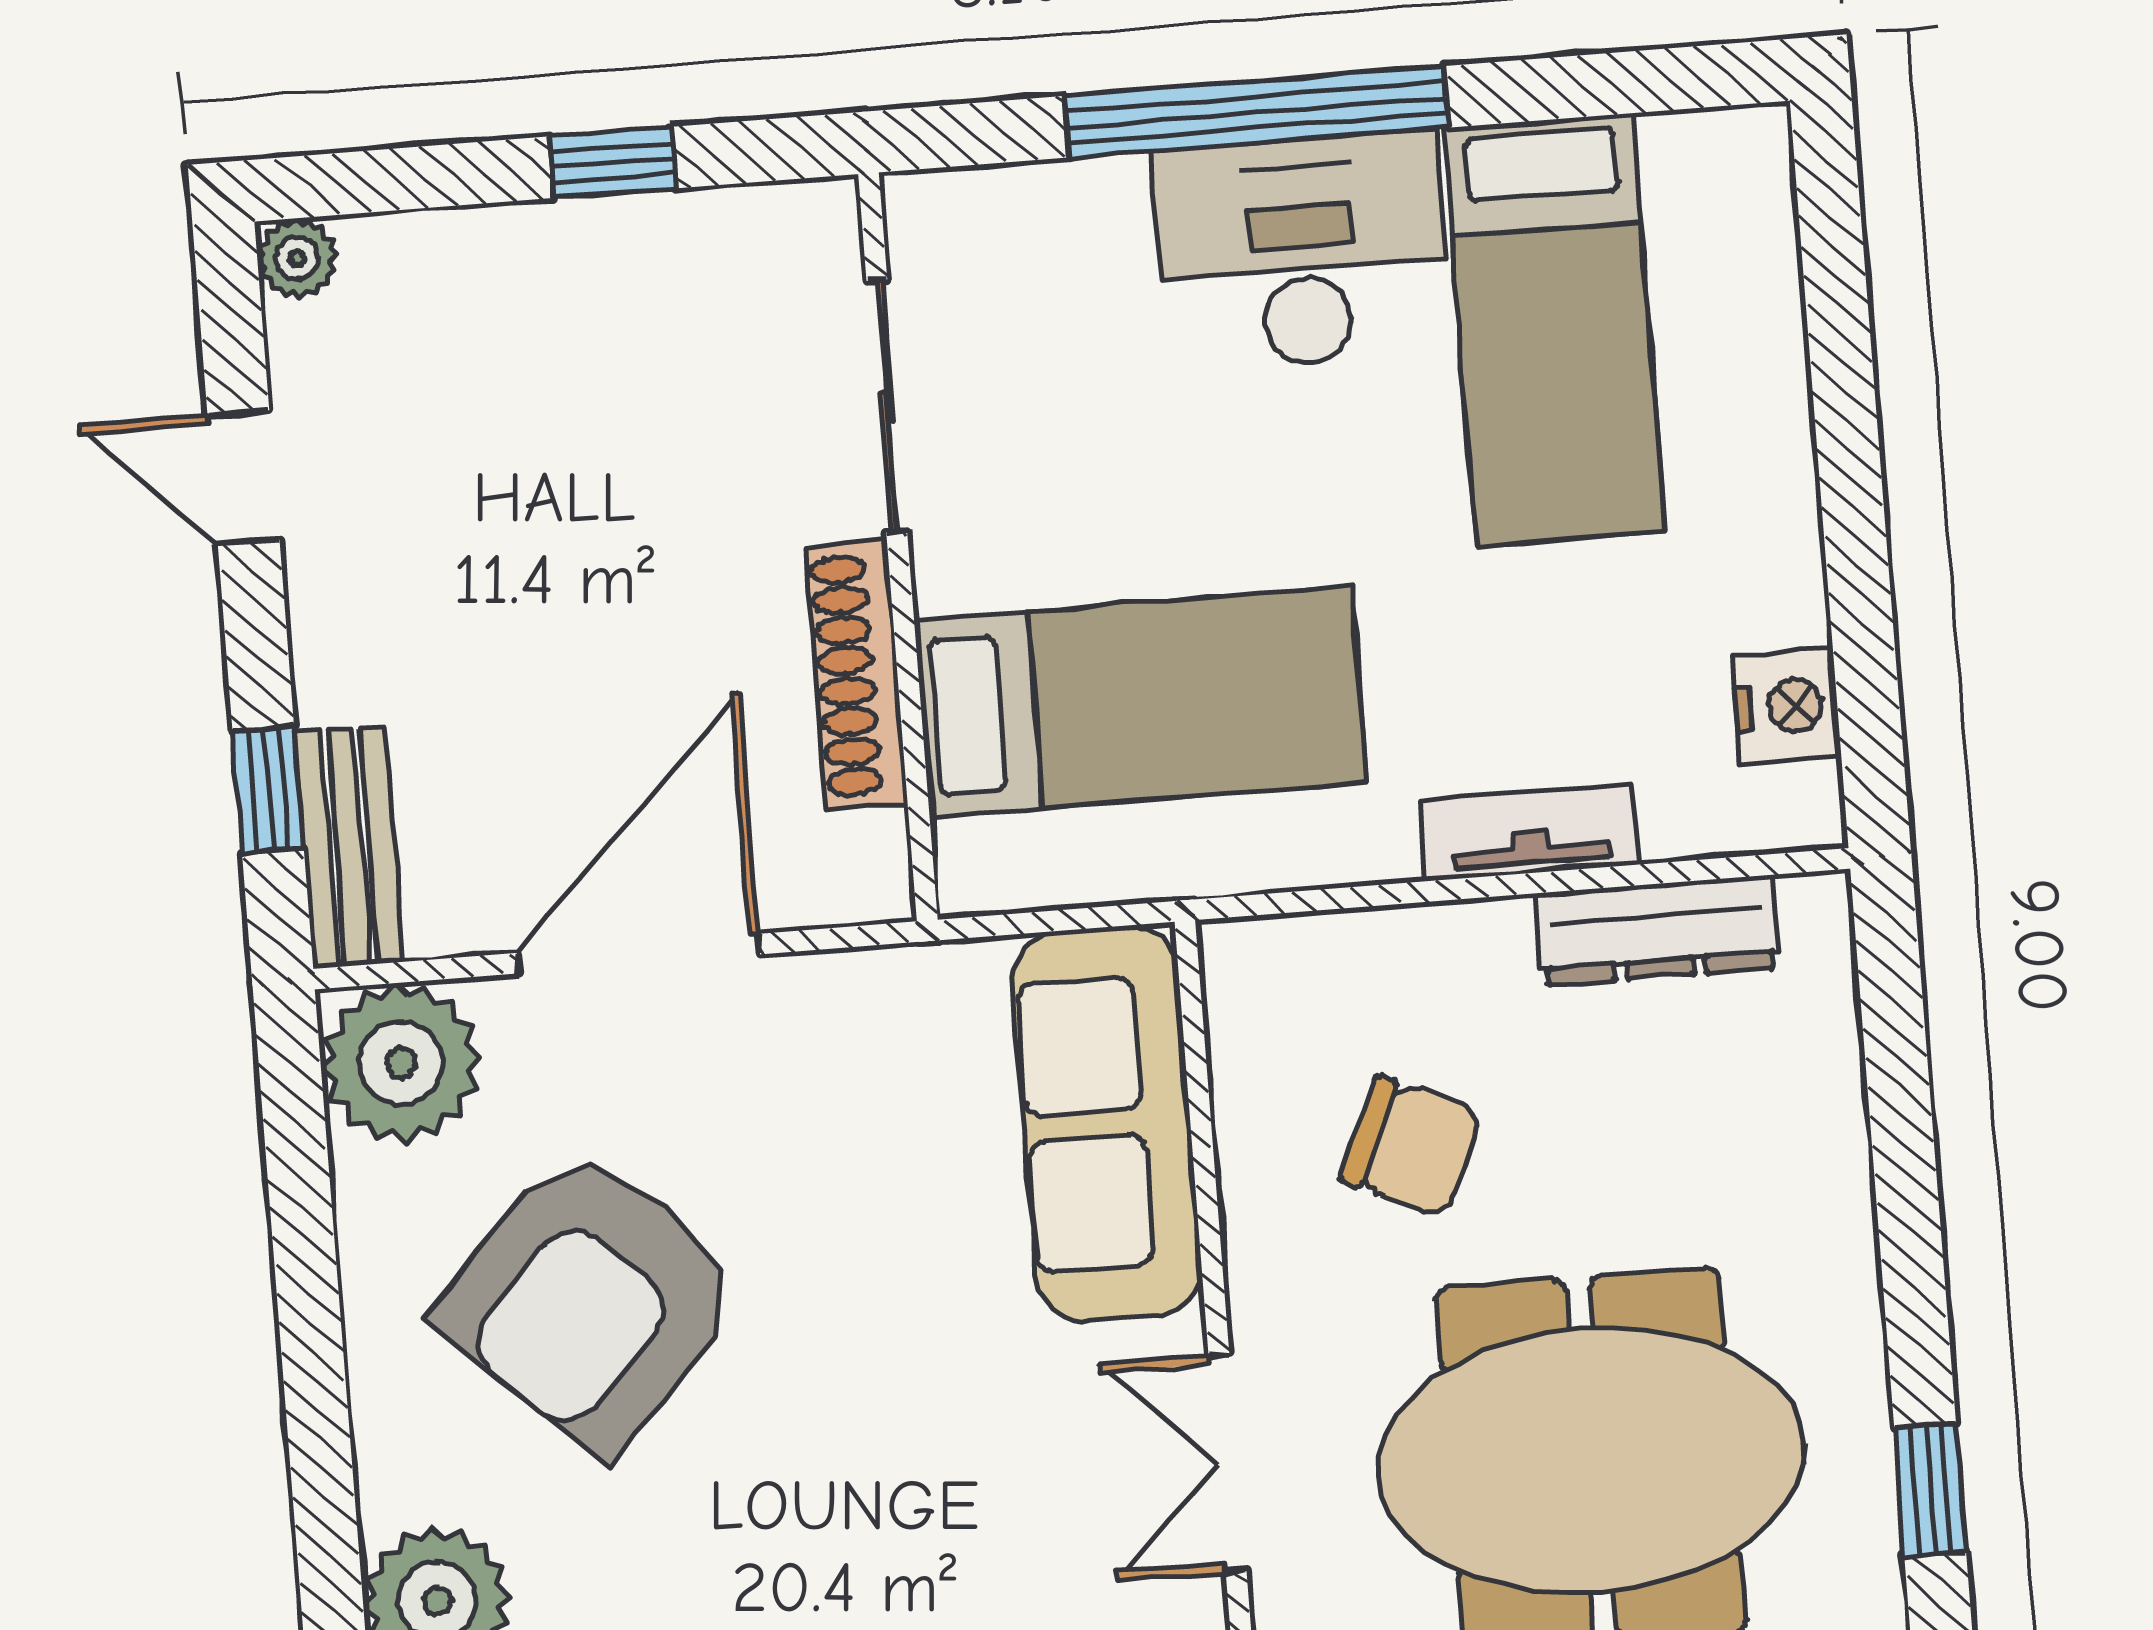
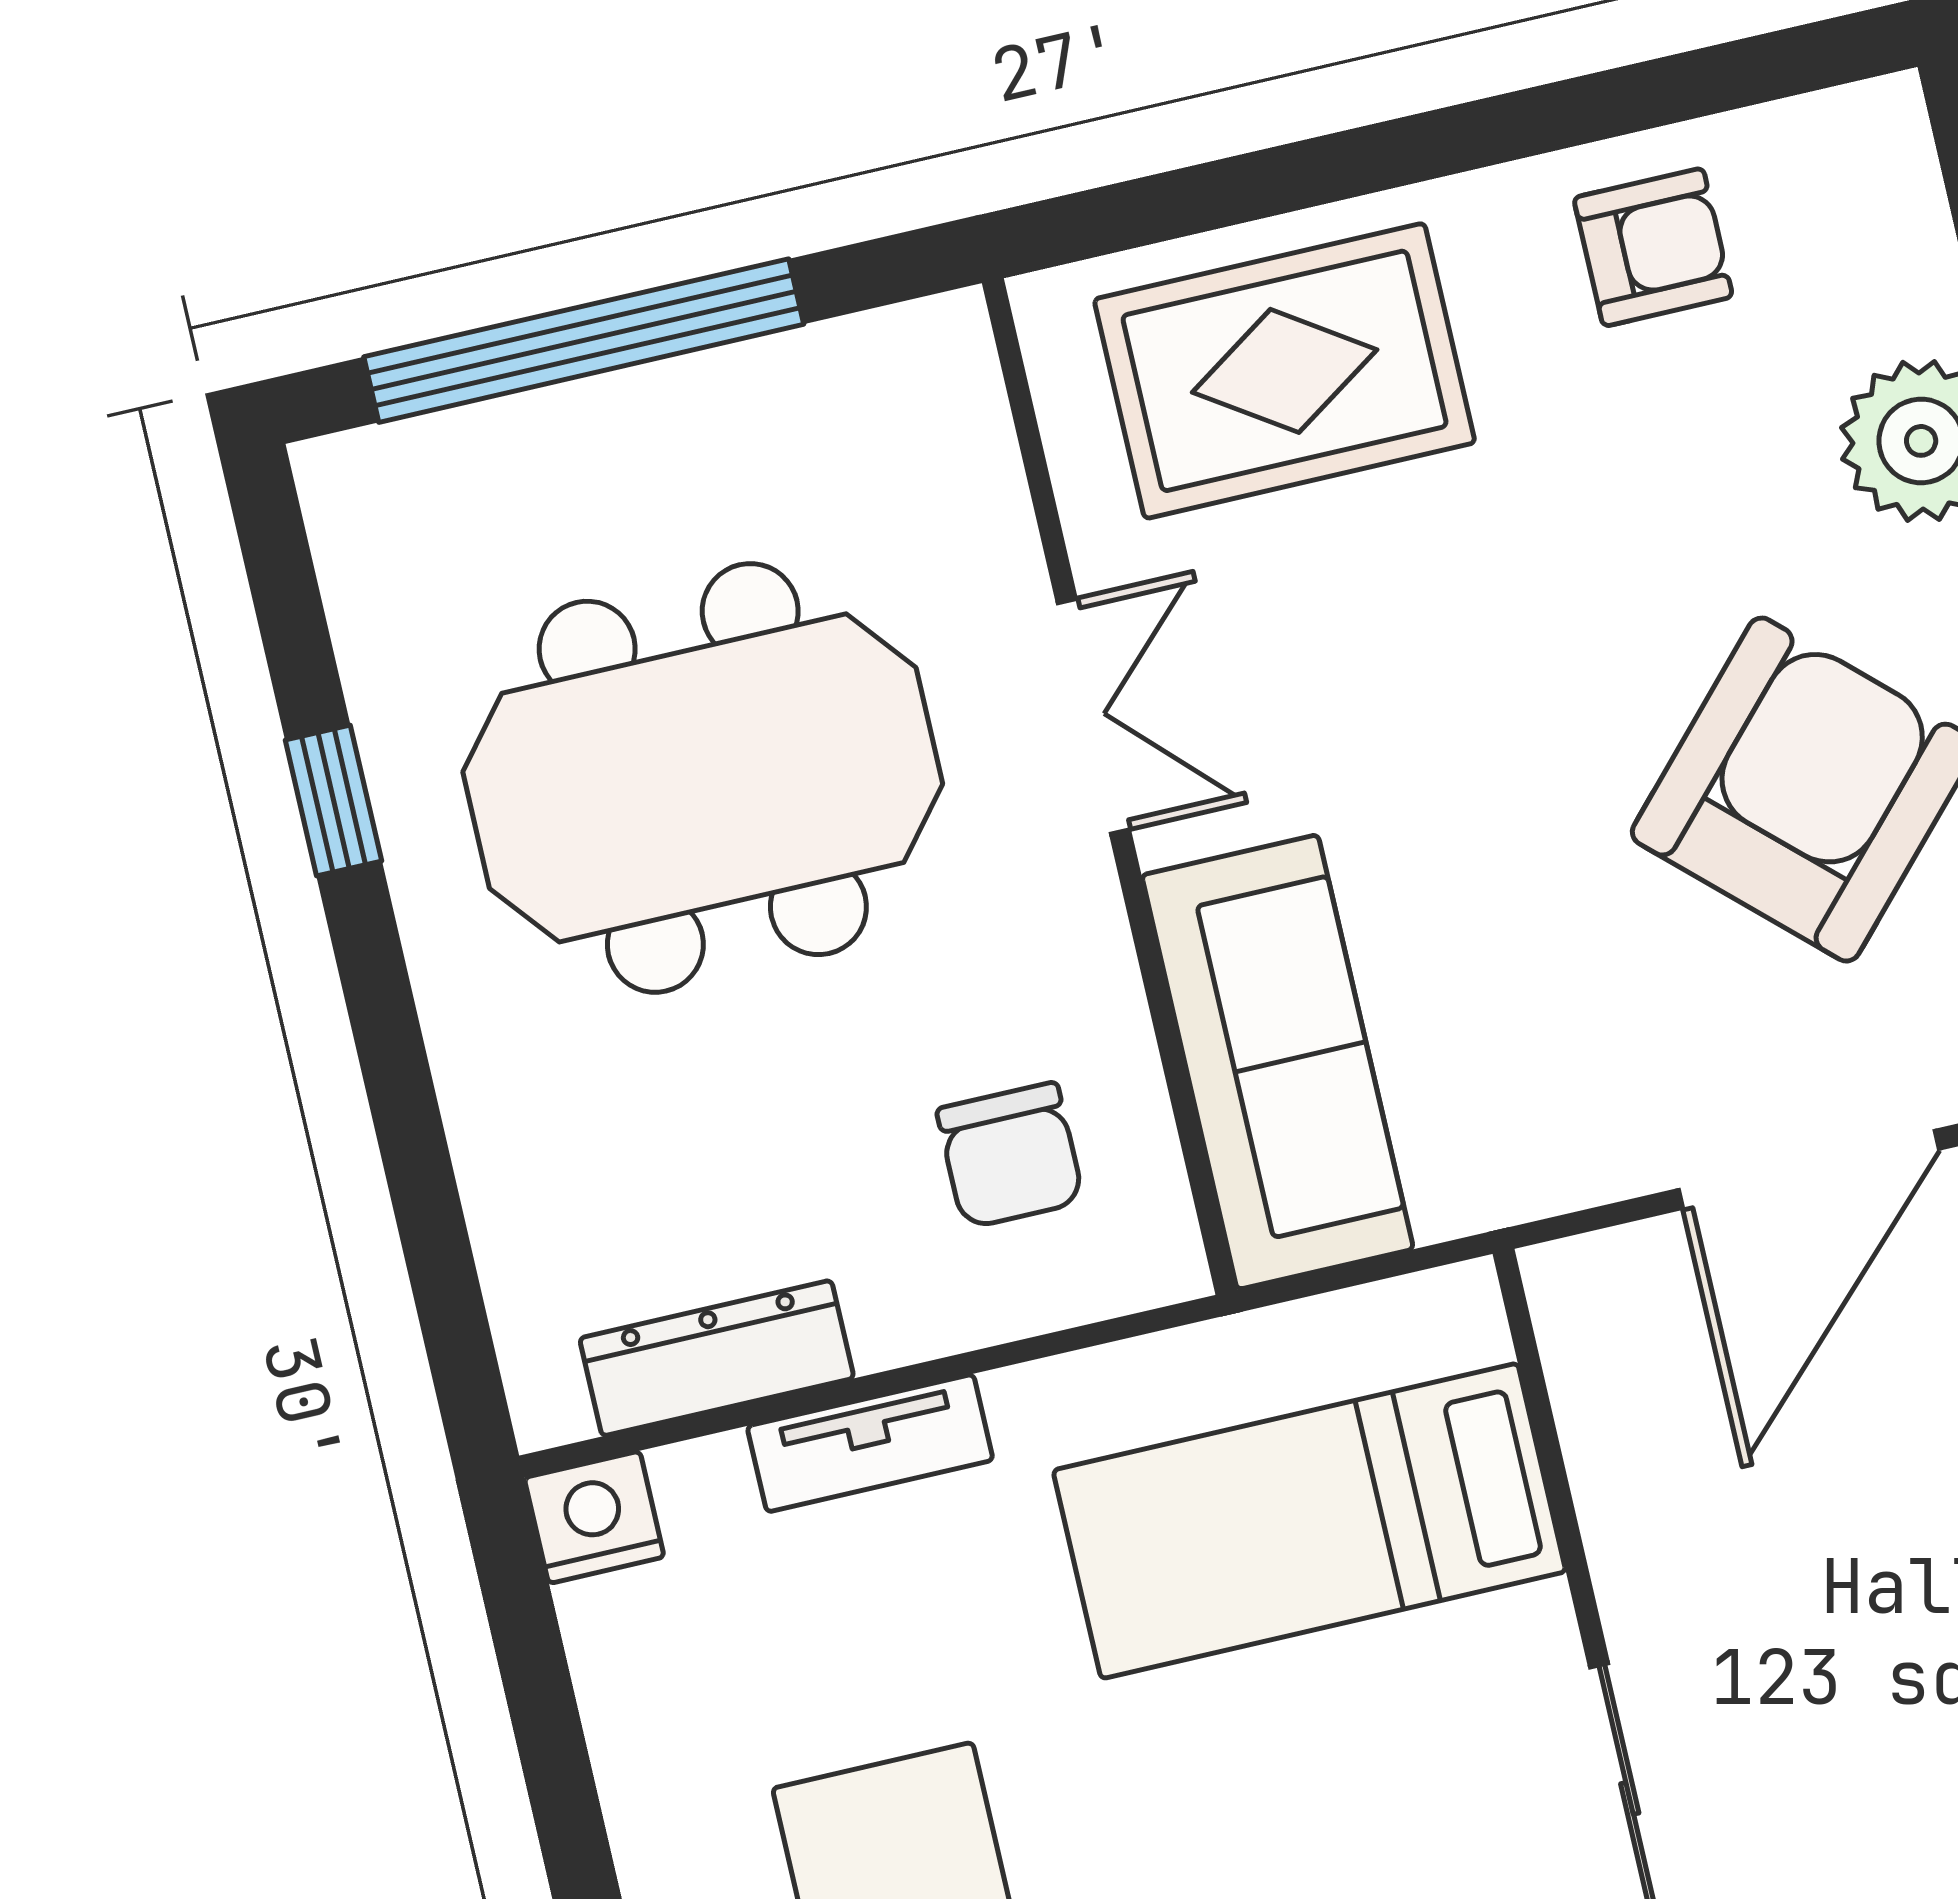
shoe rack: (857, 675) -> (1619, 1504), removed
nightstand: (1787, 706) -> (594, 1517), moved, turned 90
chair: (1411, 1146) -> (1010, 1155), moved, turned -114

